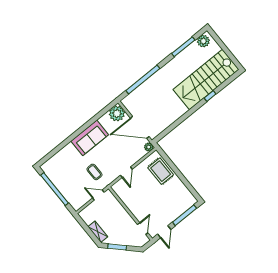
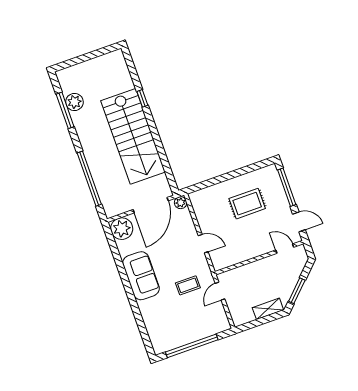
plant: (203, 41) -> (74, 102), moved
stairs: (206, 79) -> (133, 136), moved
rug: (161, 171) -> (247, 204), moved

